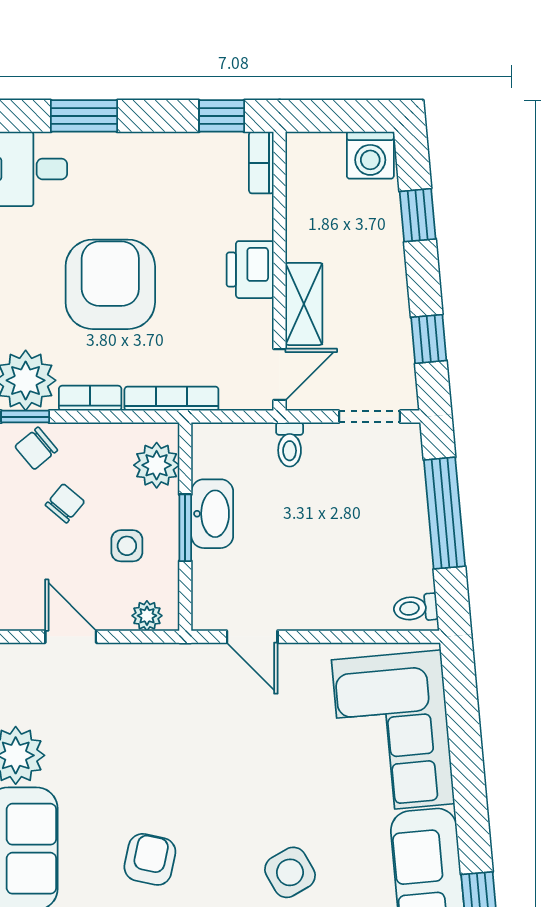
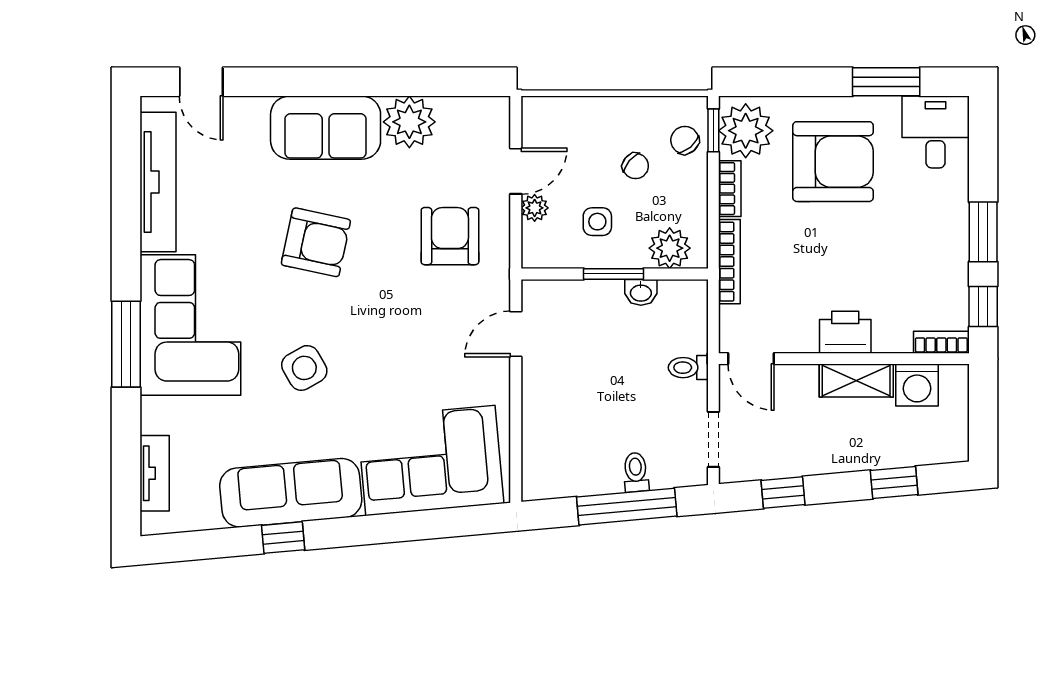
window: (84, 116) -> (983, 232), moved
washing machine: (370, 155) -> (917, 385), moved, turned -90
armchair: (110, 284) -> (833, 162), moved
shelving: (304, 304) -> (856, 381), moved
washbasin: (212, 514) -> (641, 292), width x0.52, depth x0.69
toilet: (415, 608) -> (636, 472), moved
plant: (147, 616) -> (535, 208), moved
armchair: (143, 710) -> (450, 236), added
armchair: (150, 859) -> (316, 242), width x1.38, depth x1.38

